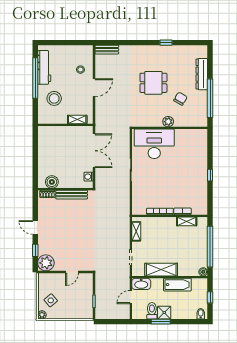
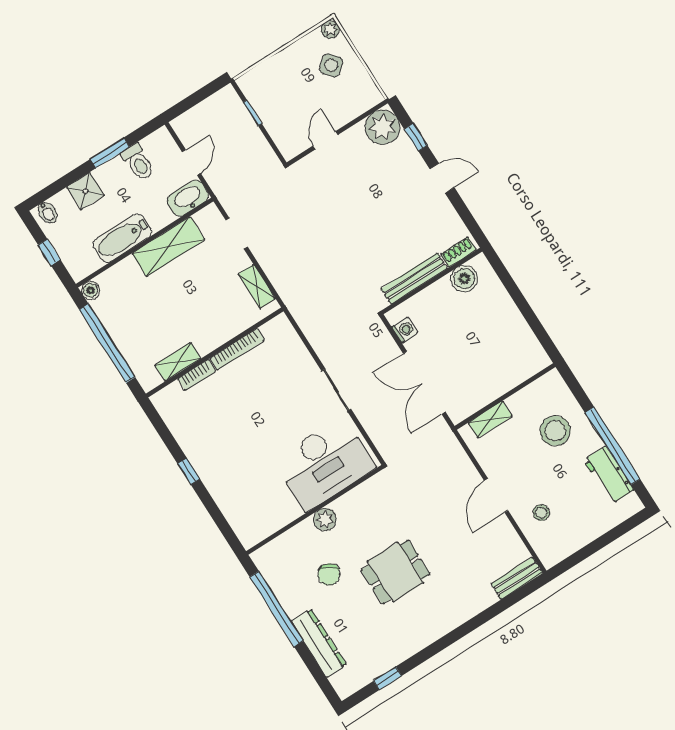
window: (166, 43) -> (388, 678), moved
workbench: (44, 67) -> (609, 475), width x0.73
shower: (164, 313) -> (85, 191), moved

